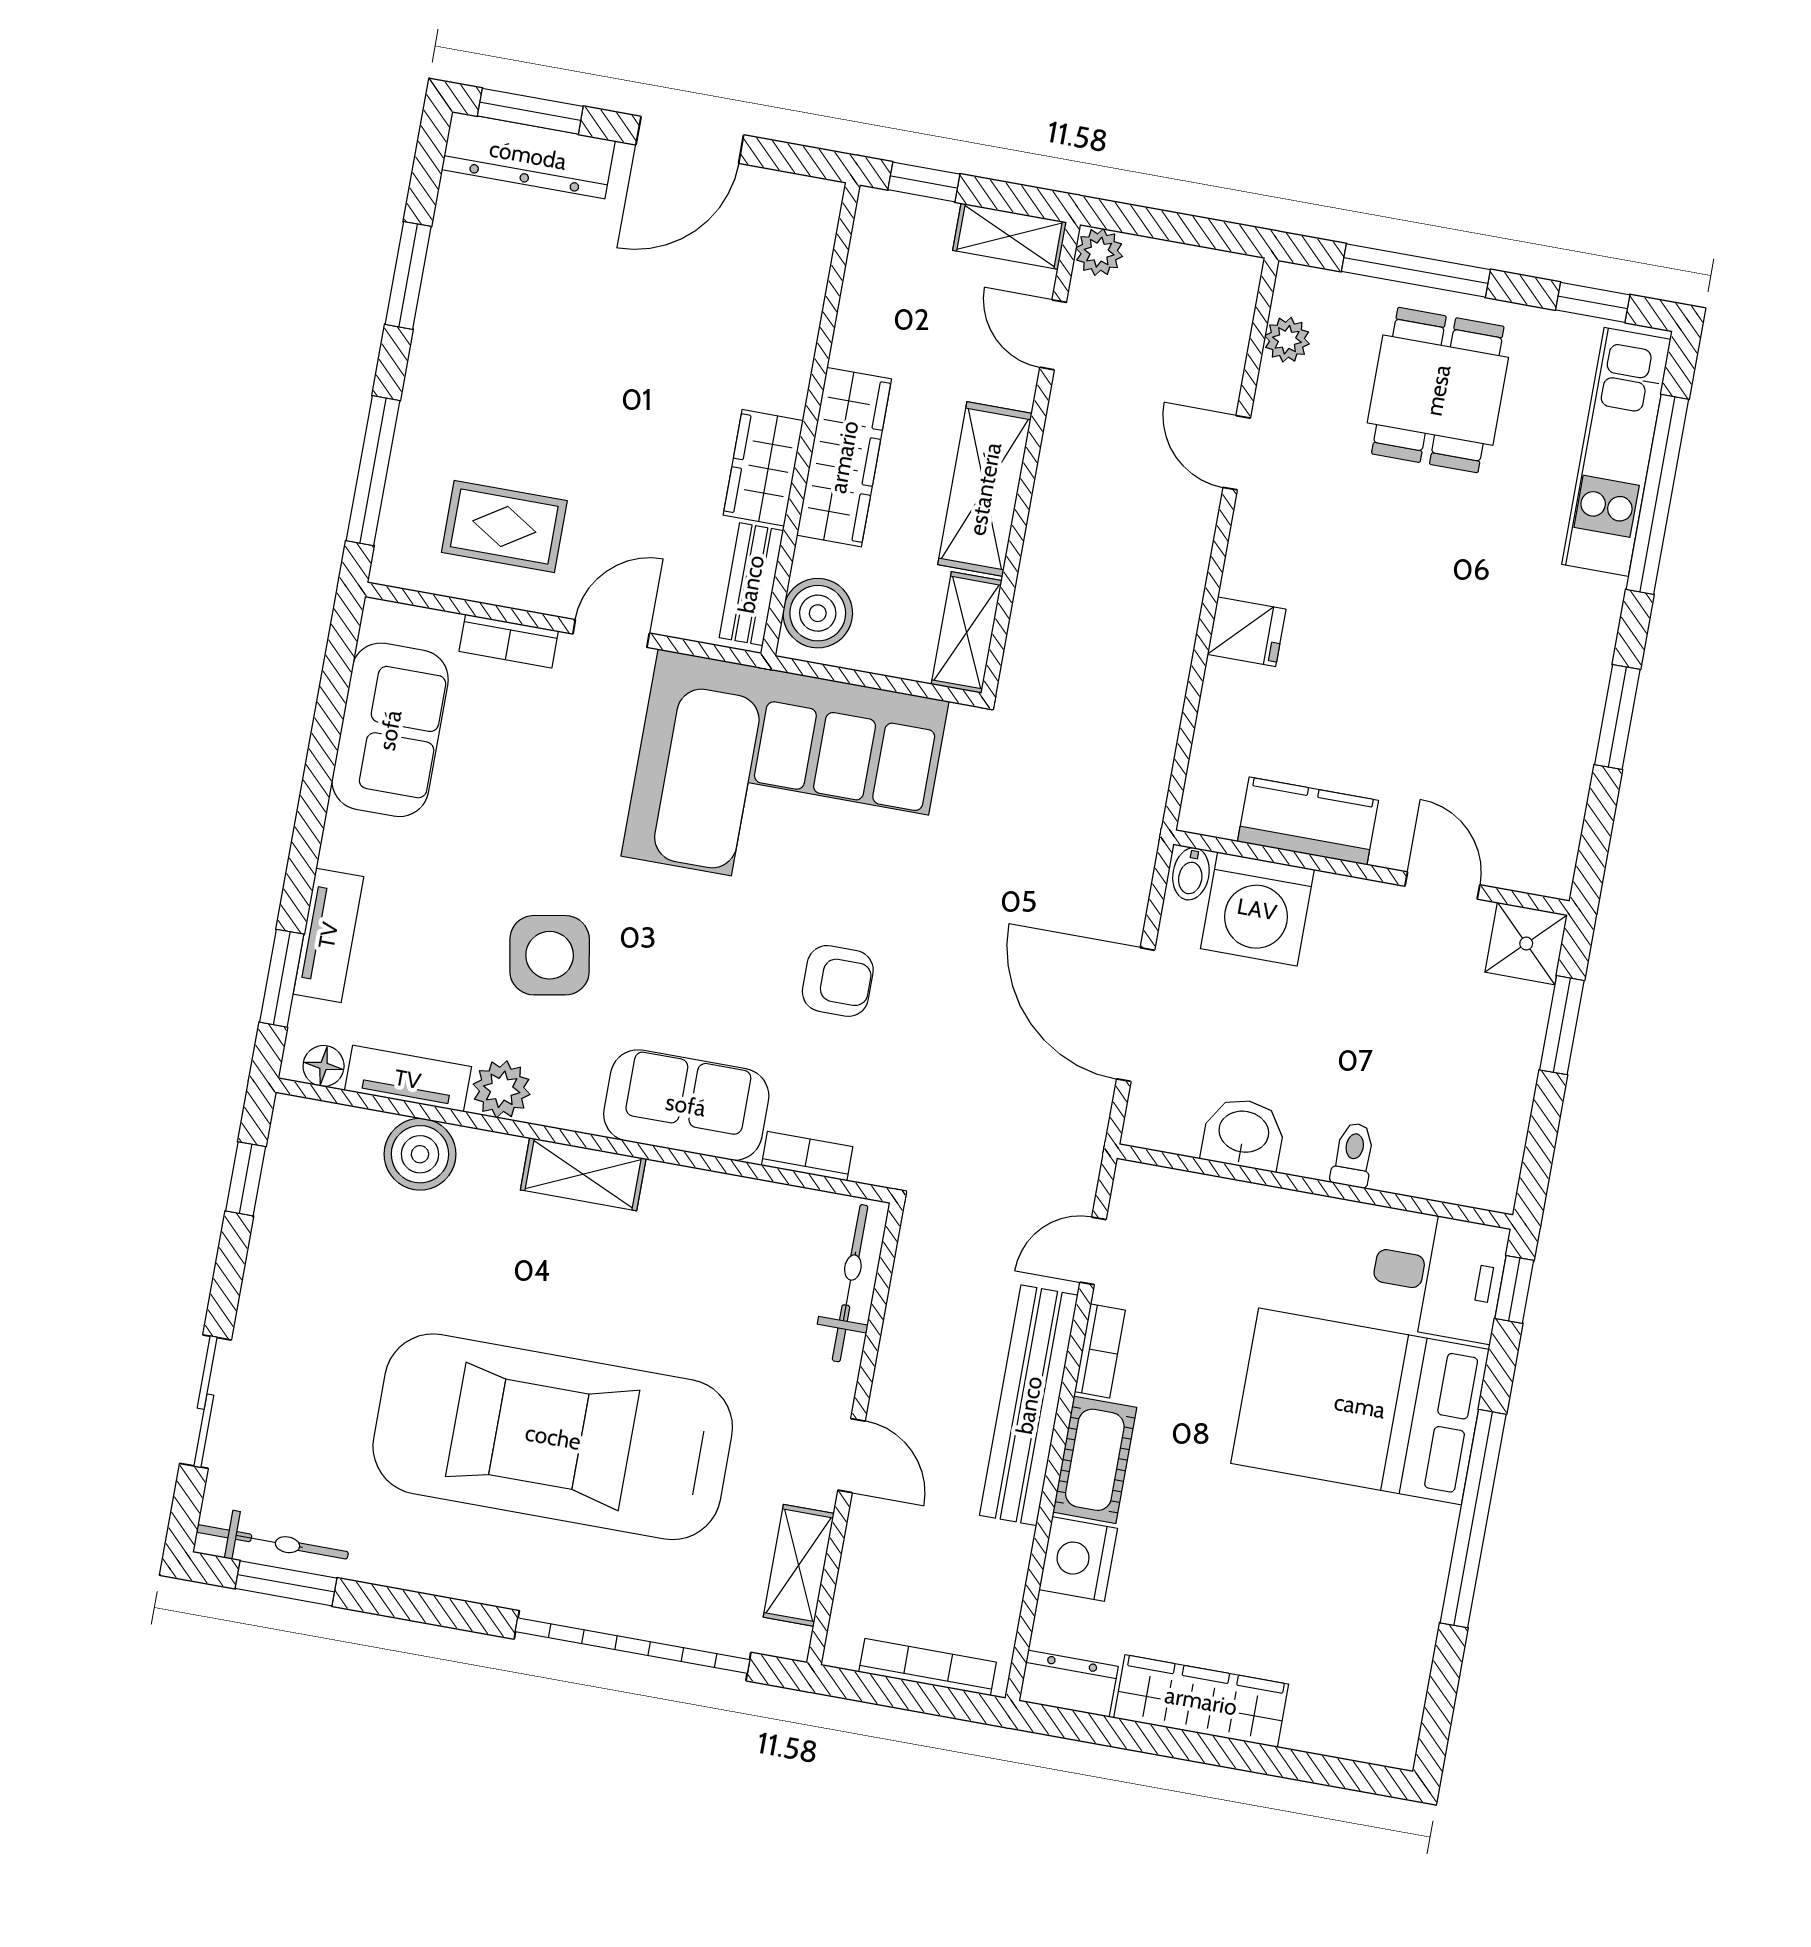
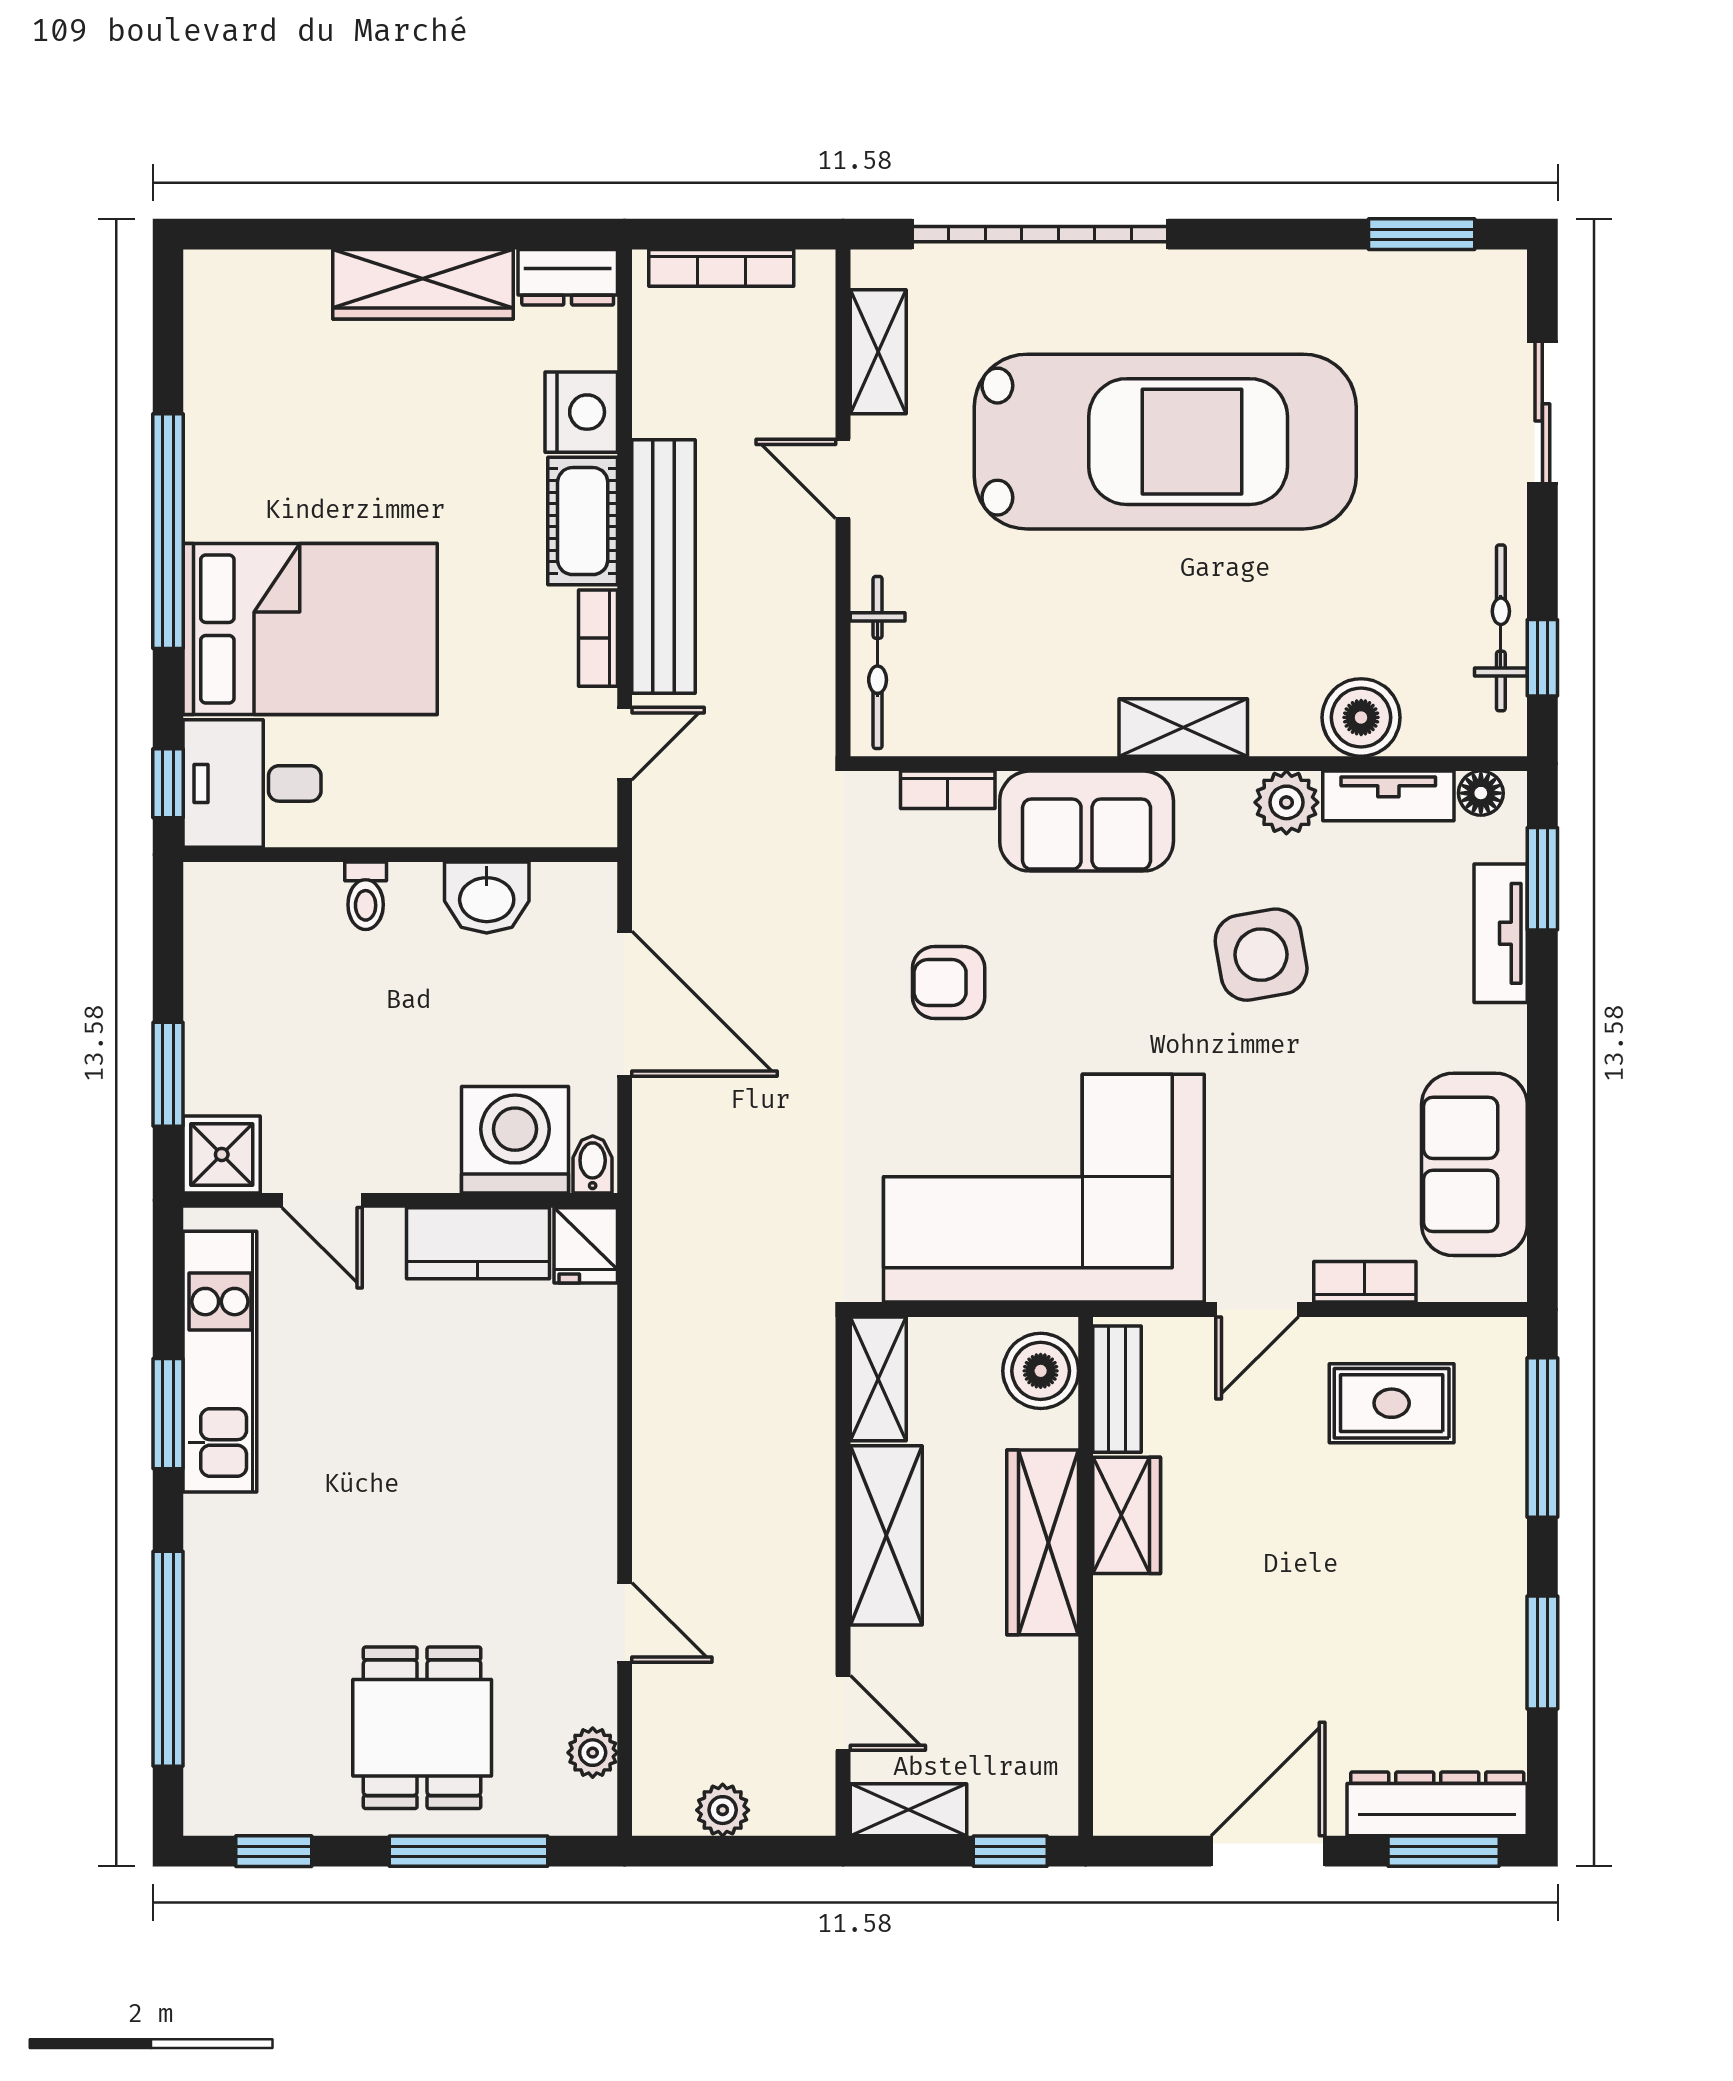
plant: (1099, 252) -> (723, 1810), moved
kitchen unit: (1616, 452) -> (220, 1362), moved
fridge: (1247, 632) -> (586, 1245), moved, turned -90
bicycle: (272, 1542) -> (1501, 628), moved, turned 90

